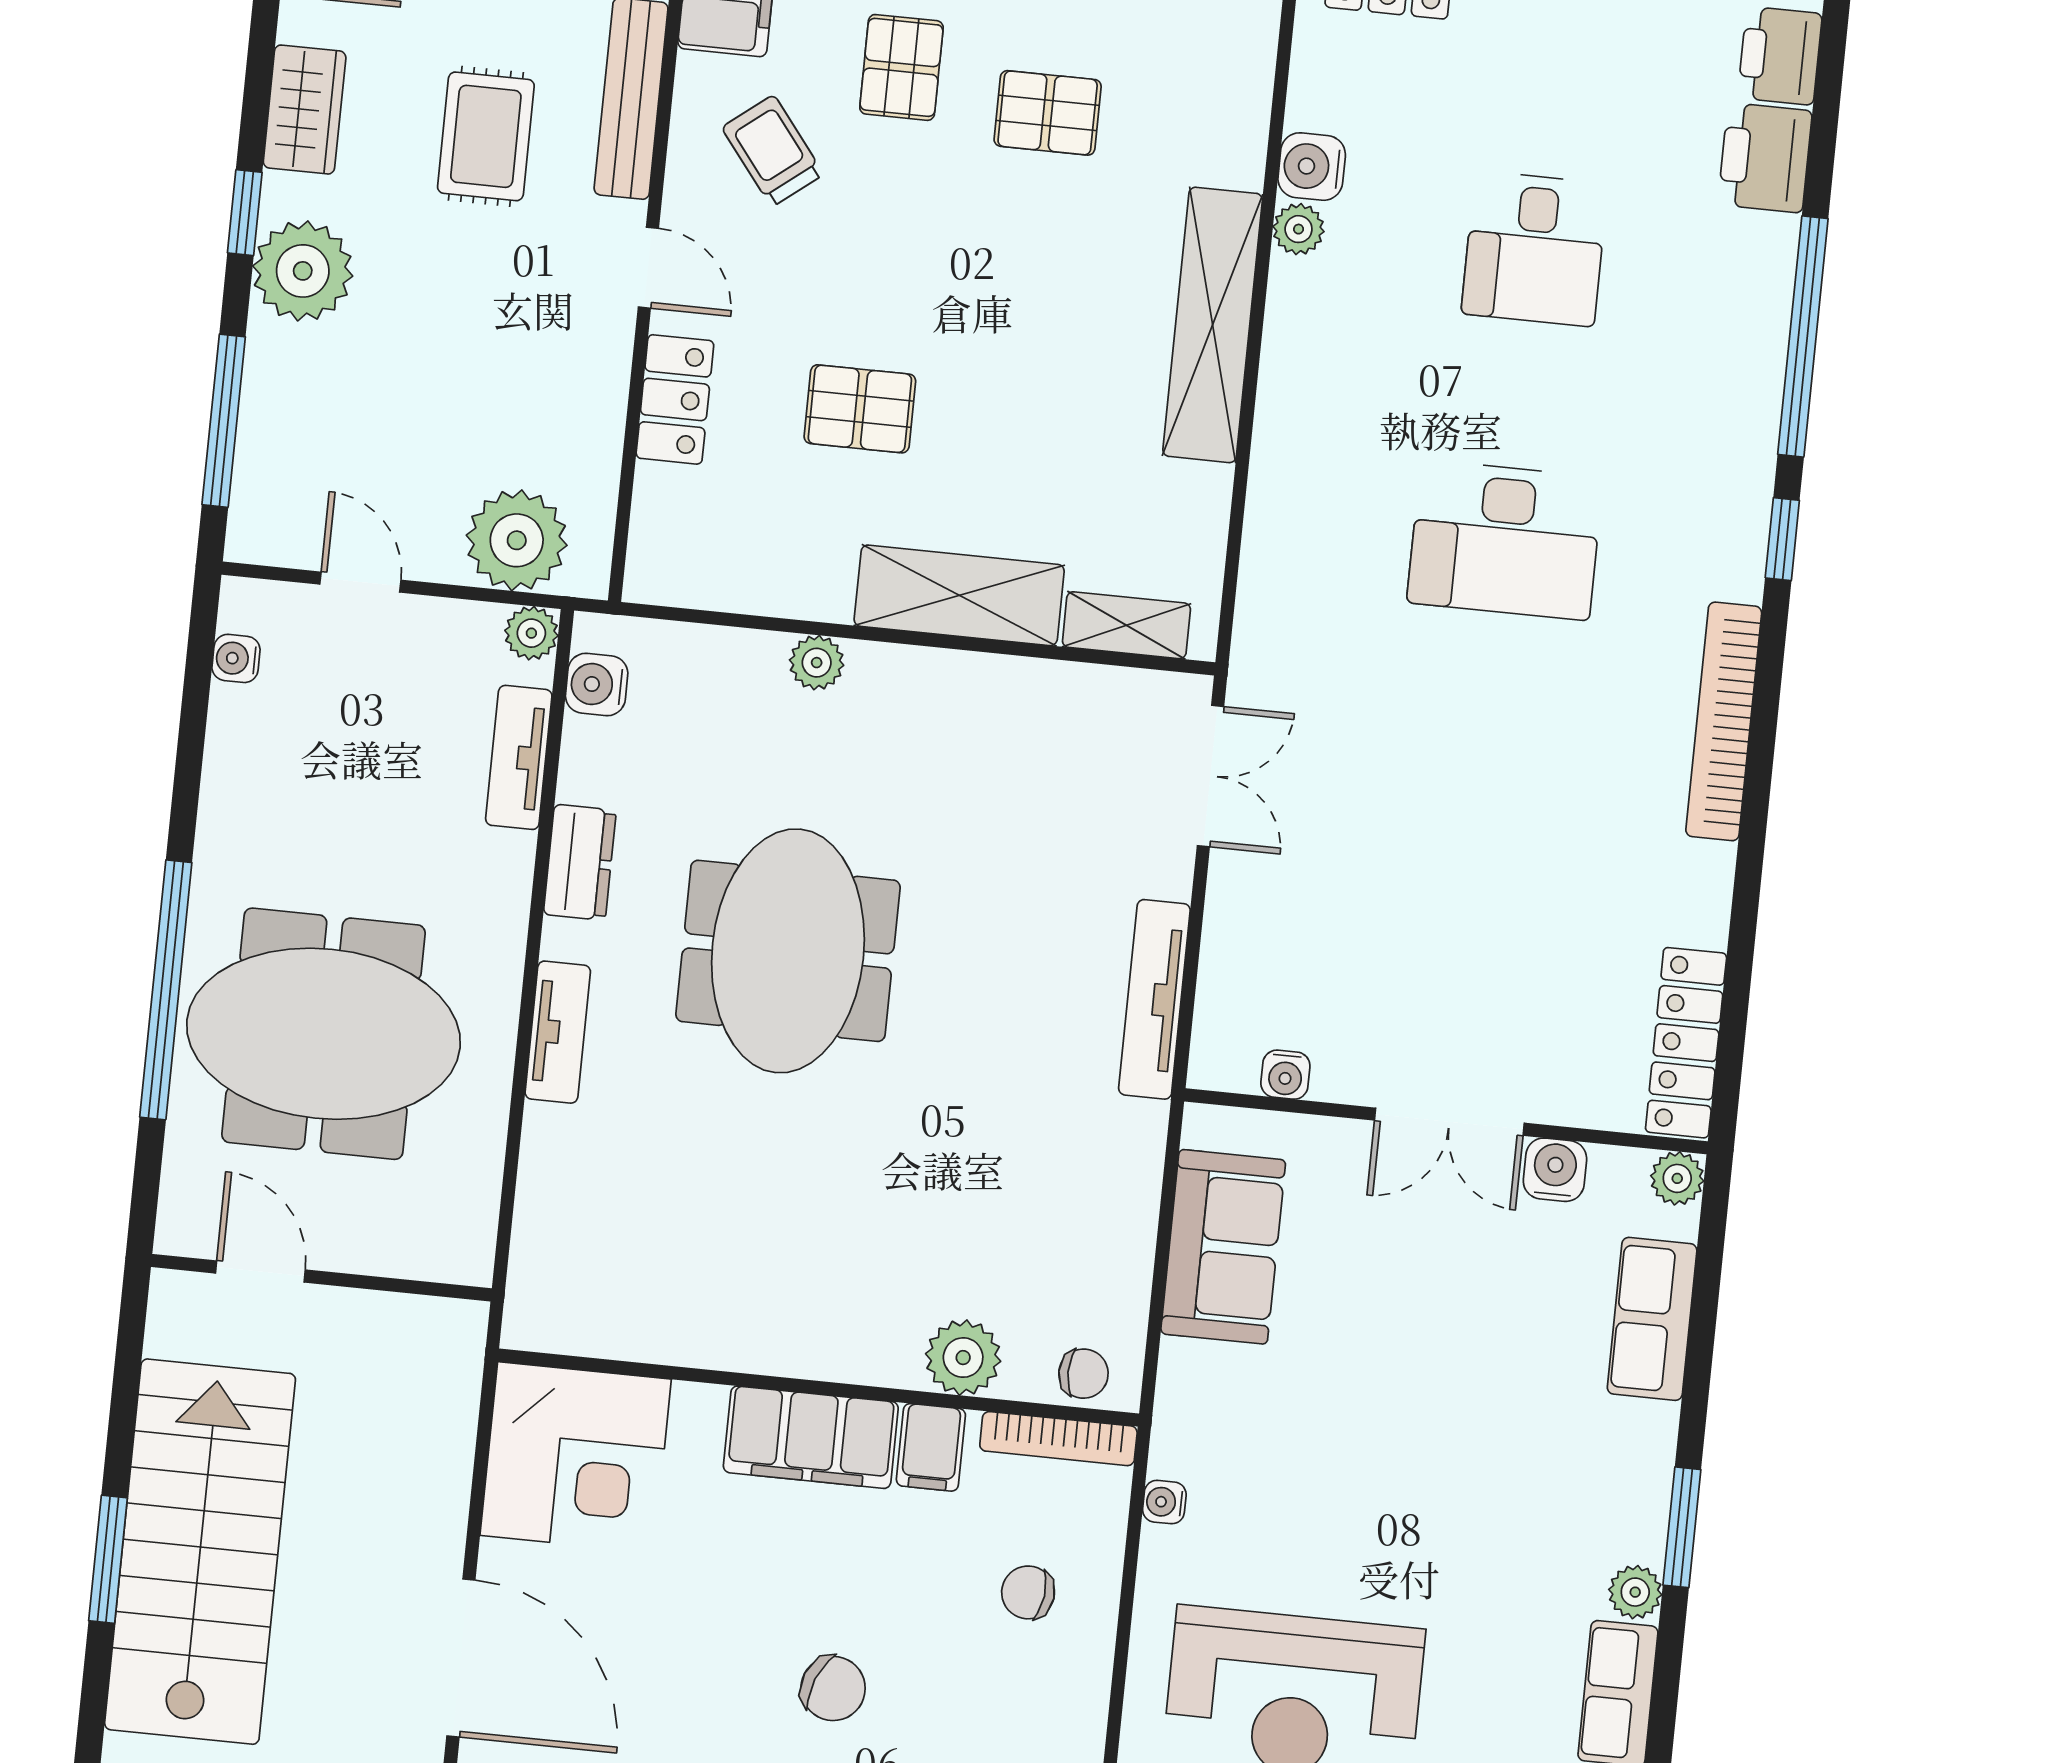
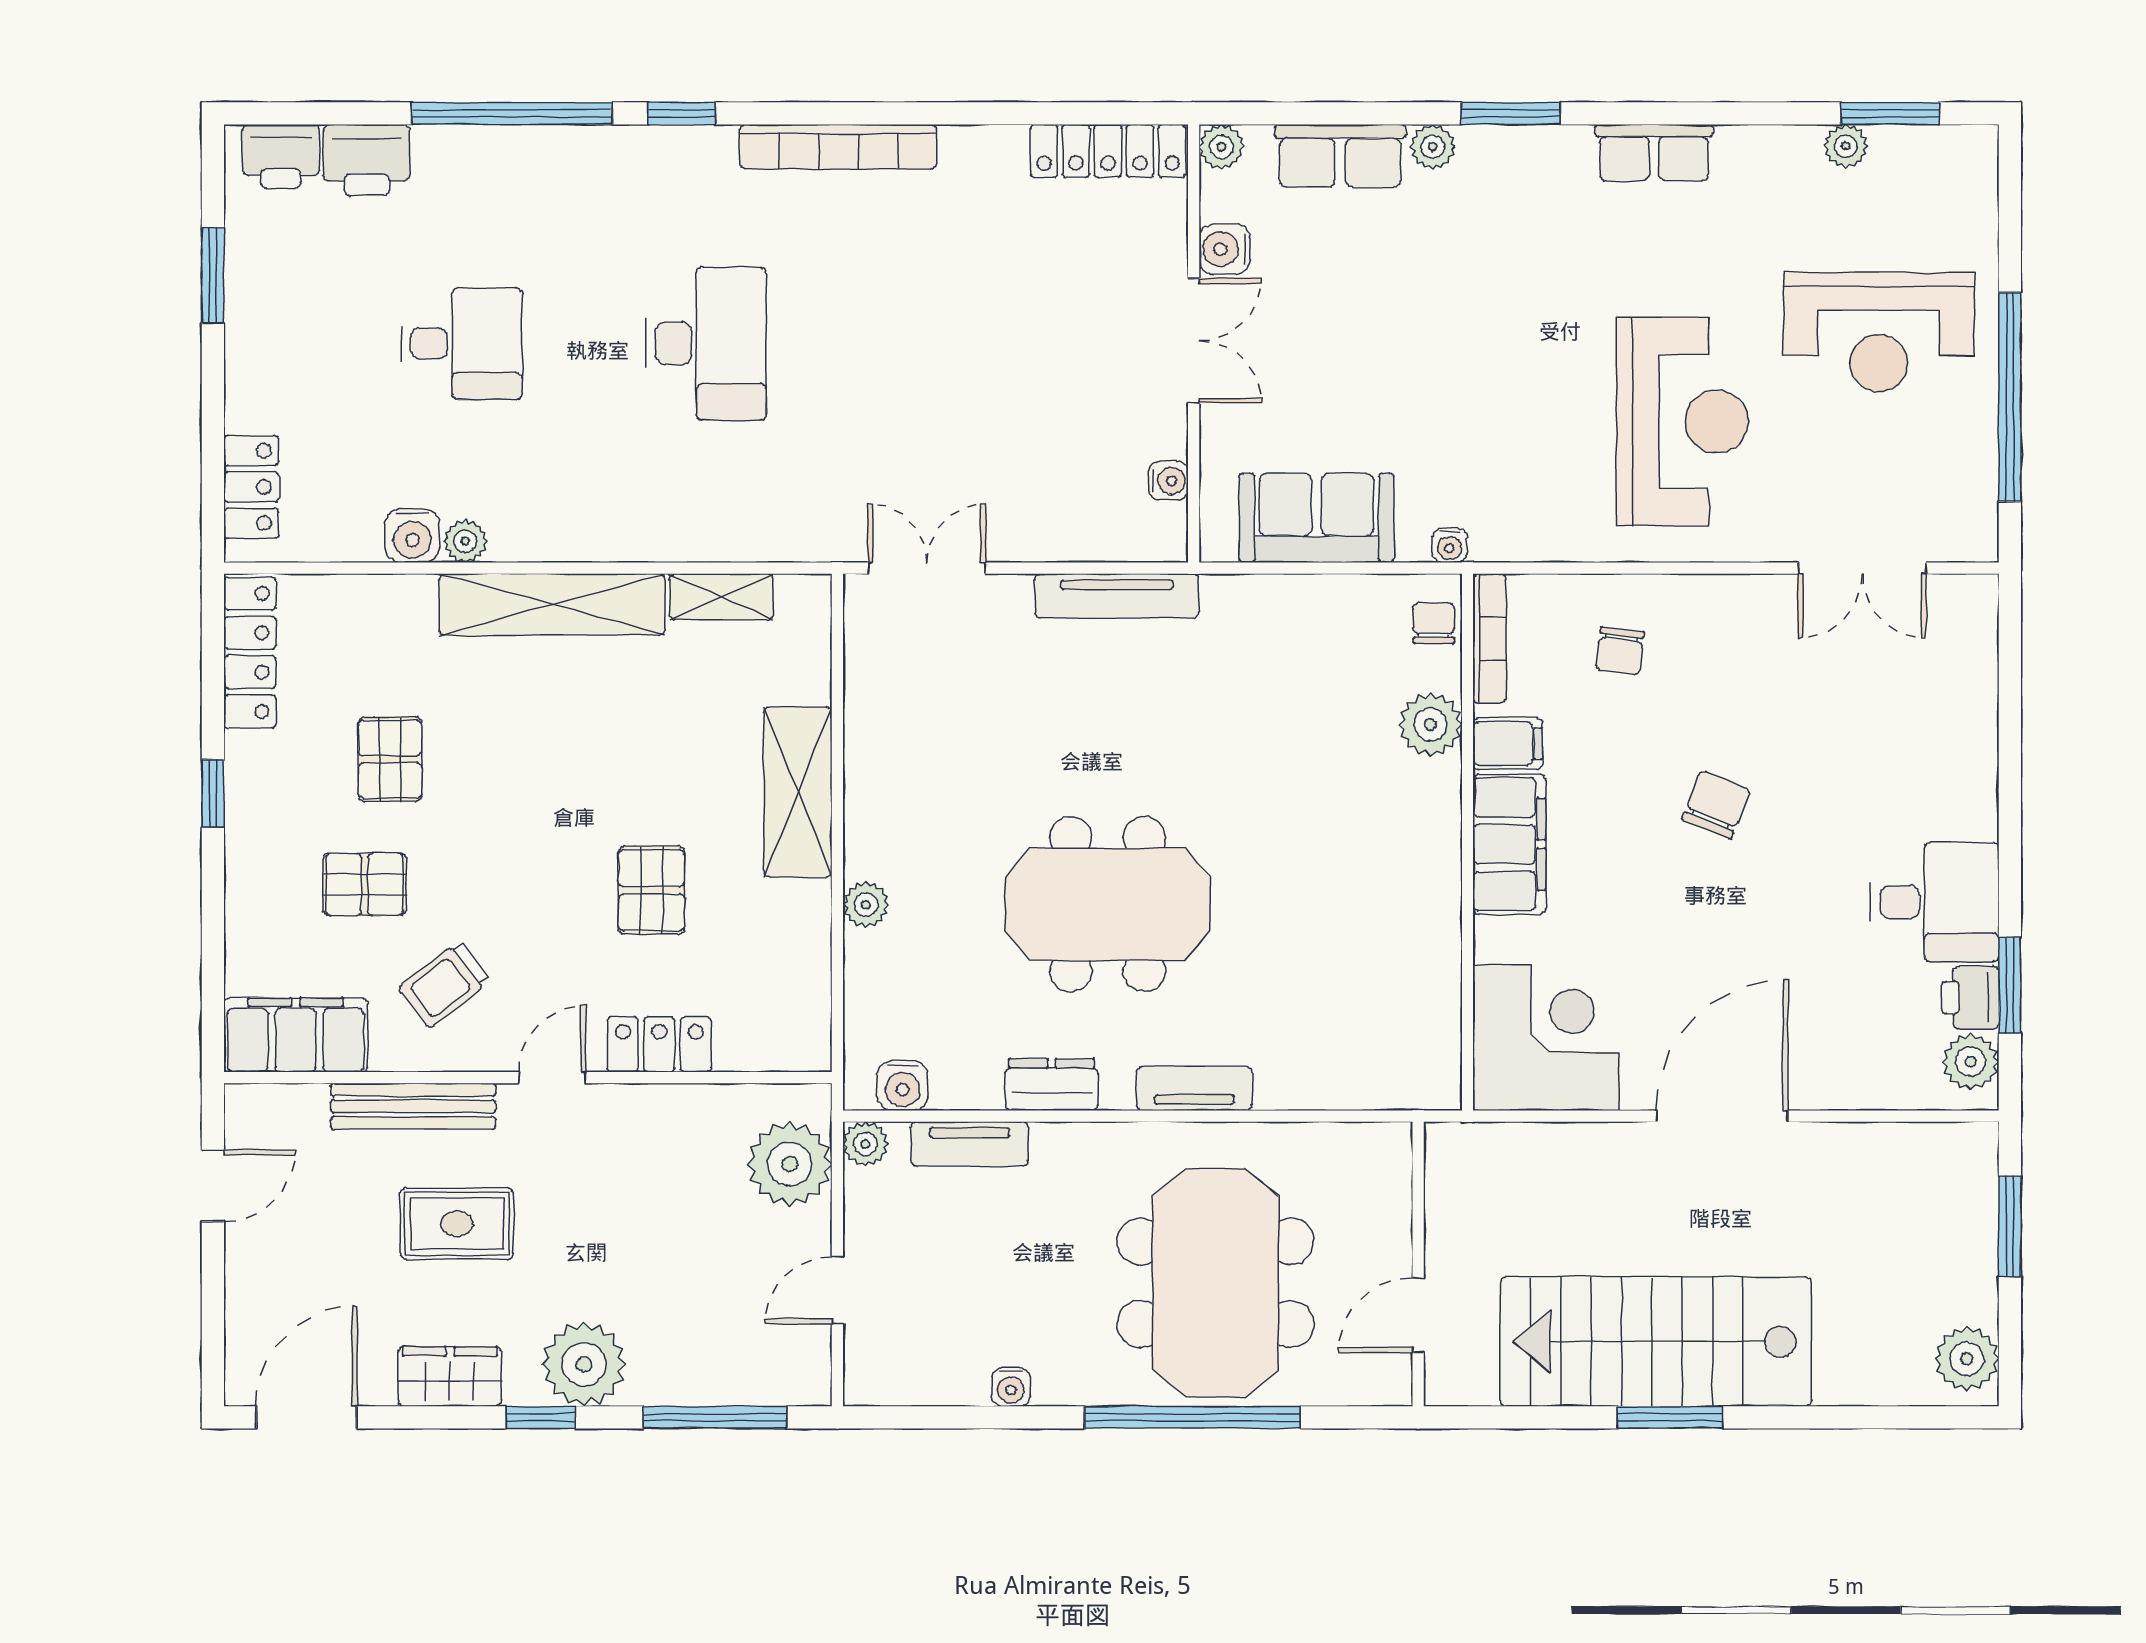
shelving: (1126, 625) -> (721, 597), moved, turned 90
water cooler: (236, 658) -> (1011, 1387), moved
water cooler: (1164, 1502) -> (1450, 545), moved
plant: (1635, 1592) -> (1433, 147), moved

